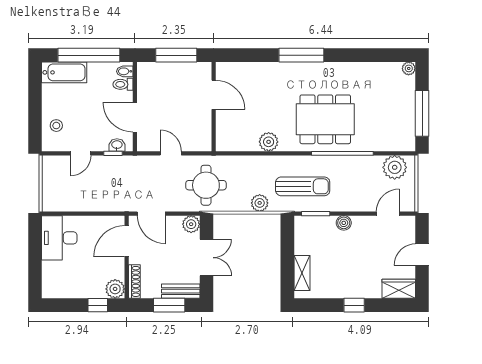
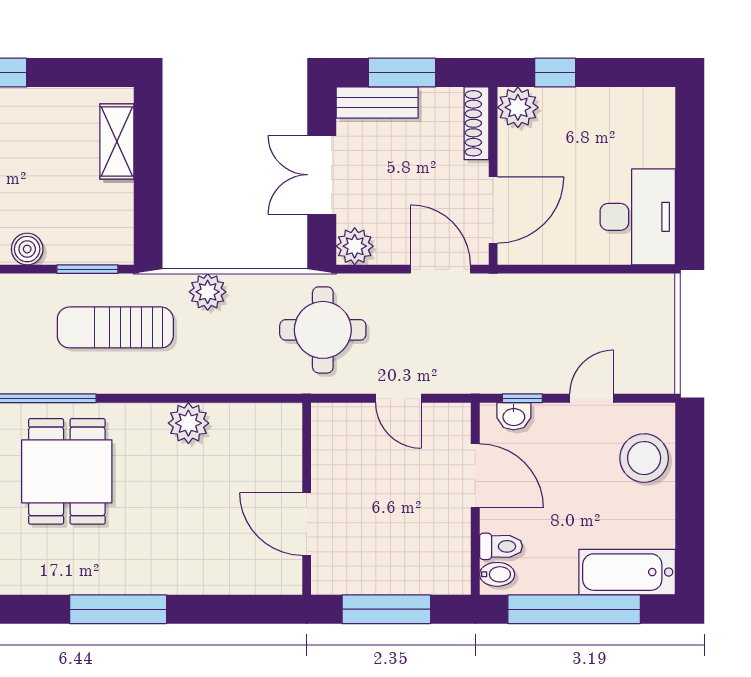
dining table: (325, 119) -> (67, 471), width x0.73
stool: (56, 126) -> (644, 458), width x1.89, depth x1.89

